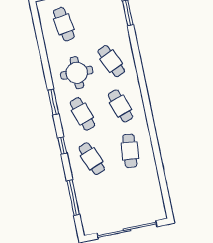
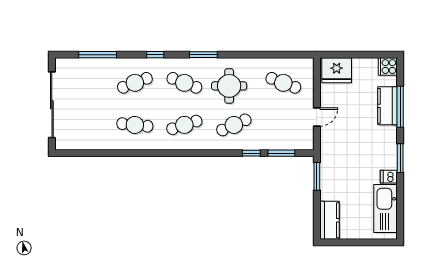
cafe table: (64, 24) -> (283, 83), turned 30
window: (133, 40) -> (251, 153), added
cafe table: (82, 114) -> (184, 83), turned 39

